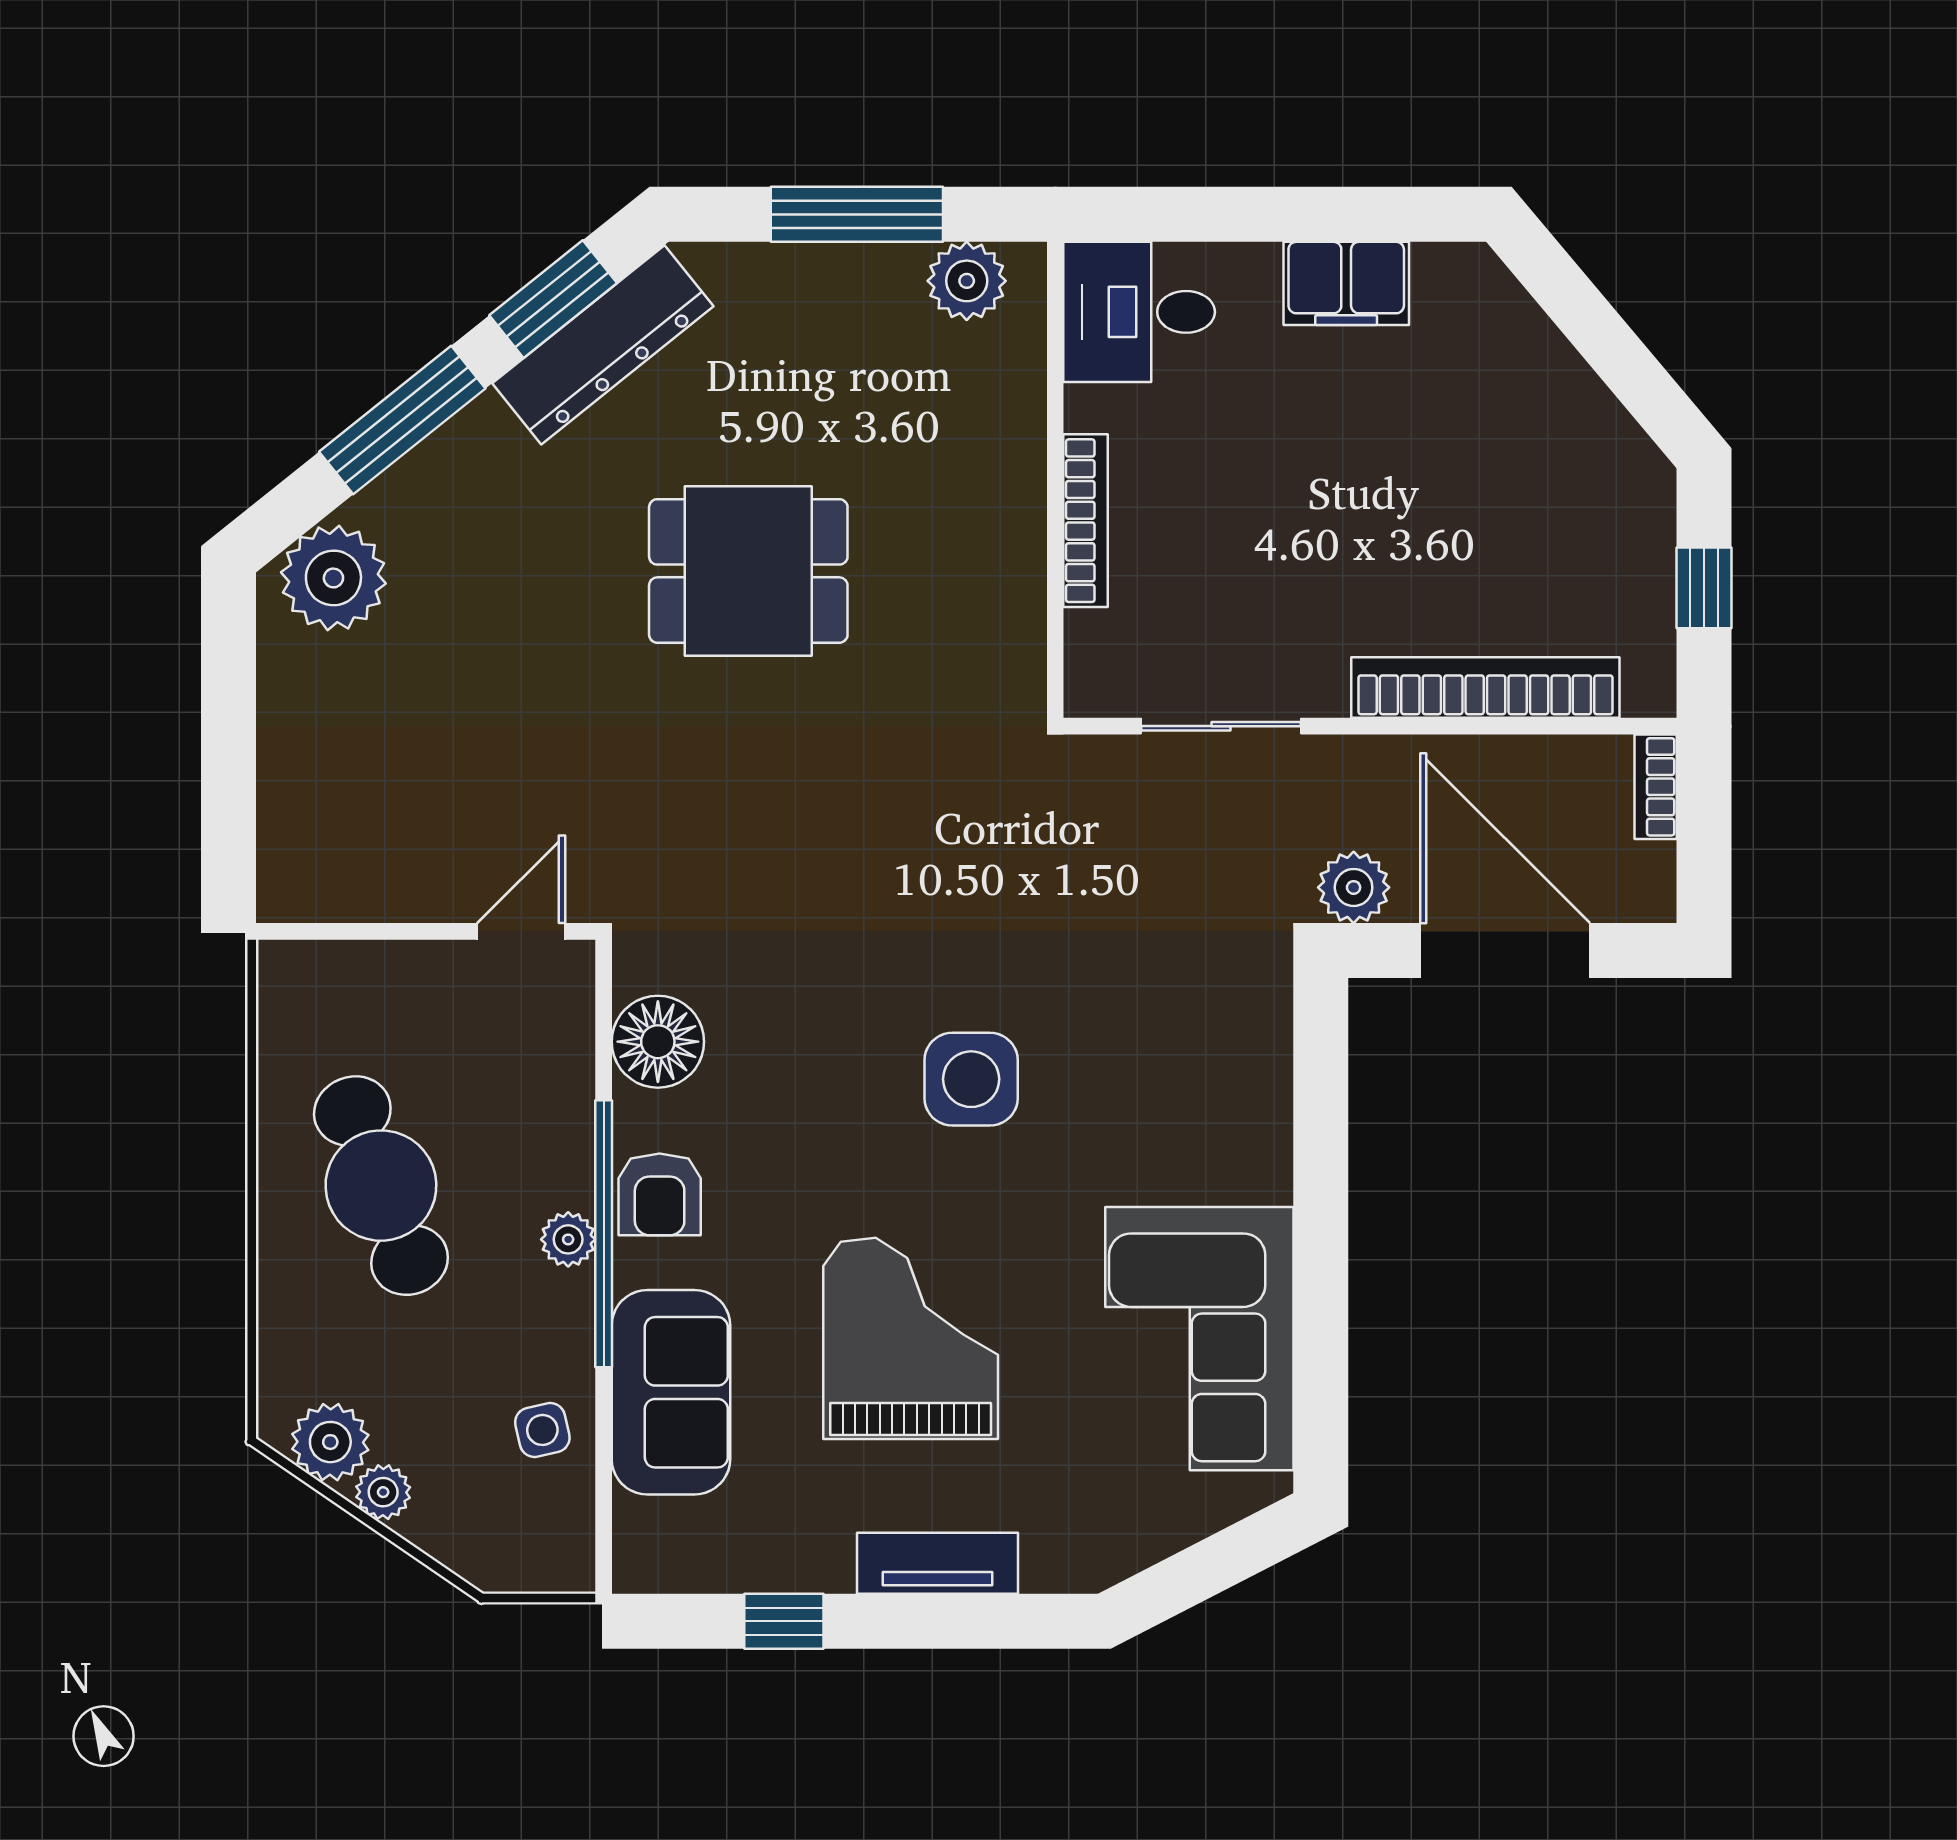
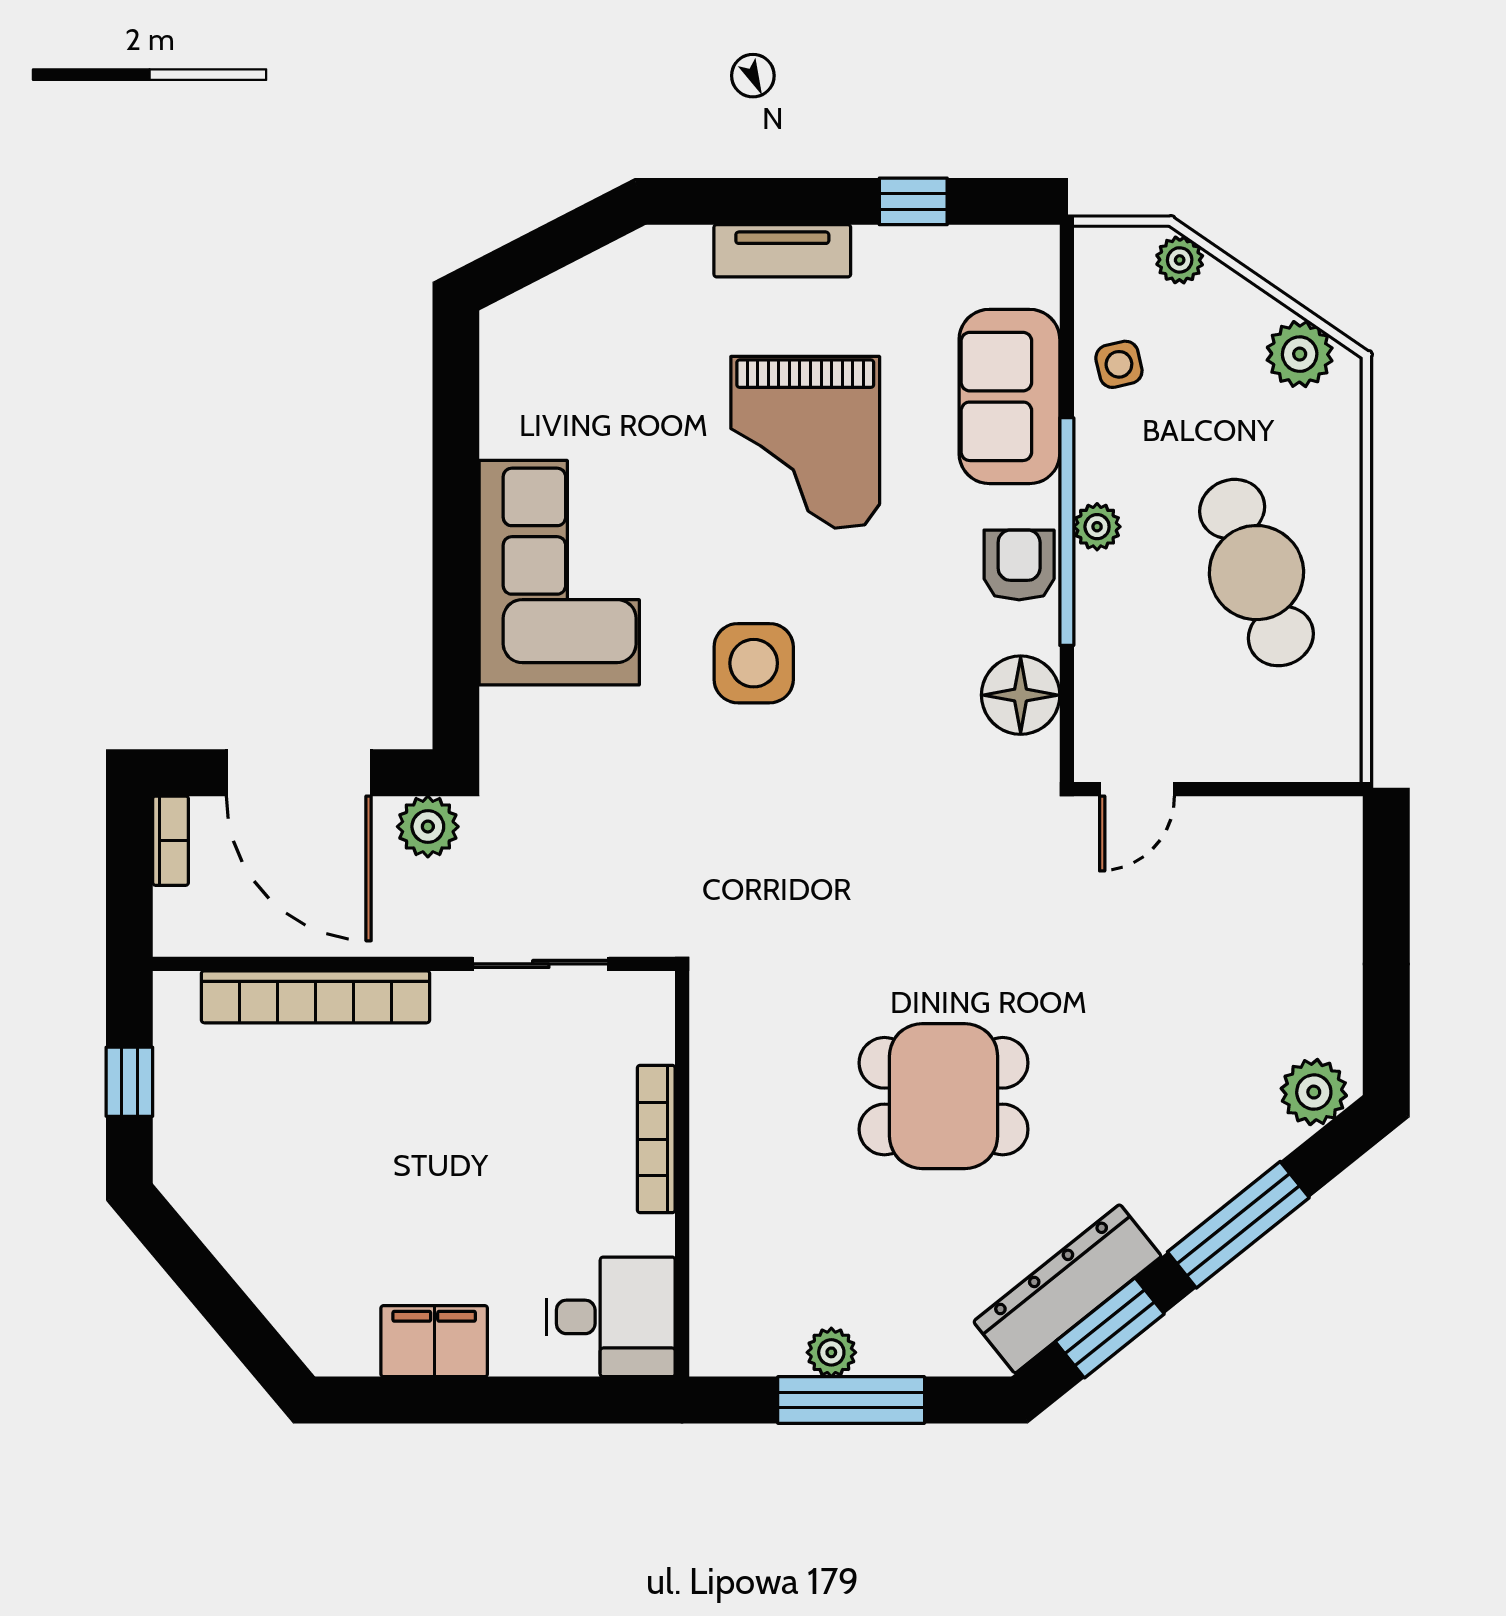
plant: (967, 281) -> (831, 1352), moved, width x0.73, depth x0.73
plant: (333, 578) -> (1314, 1092), width x0.73, depth x0.73
bookcase: (1656, 787) -> (171, 841), moved
corner sofa: (1199, 1339) -> (559, 573), moved
plant: (383, 1492) -> (1180, 260), moved

